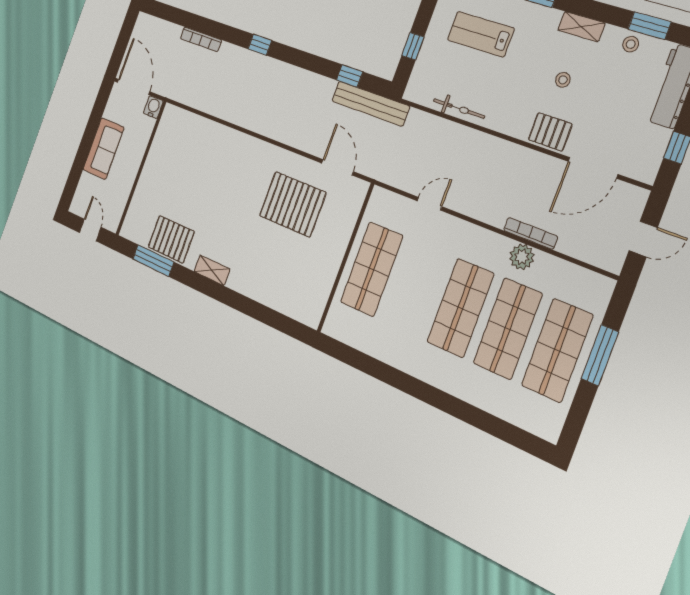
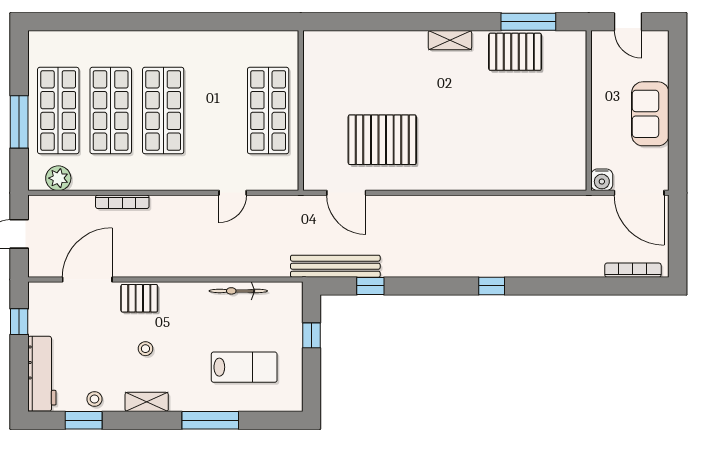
bookcase: (201, 39) -> (633, 270), moved
plant: (522, 257) -> (58, 178), moved

